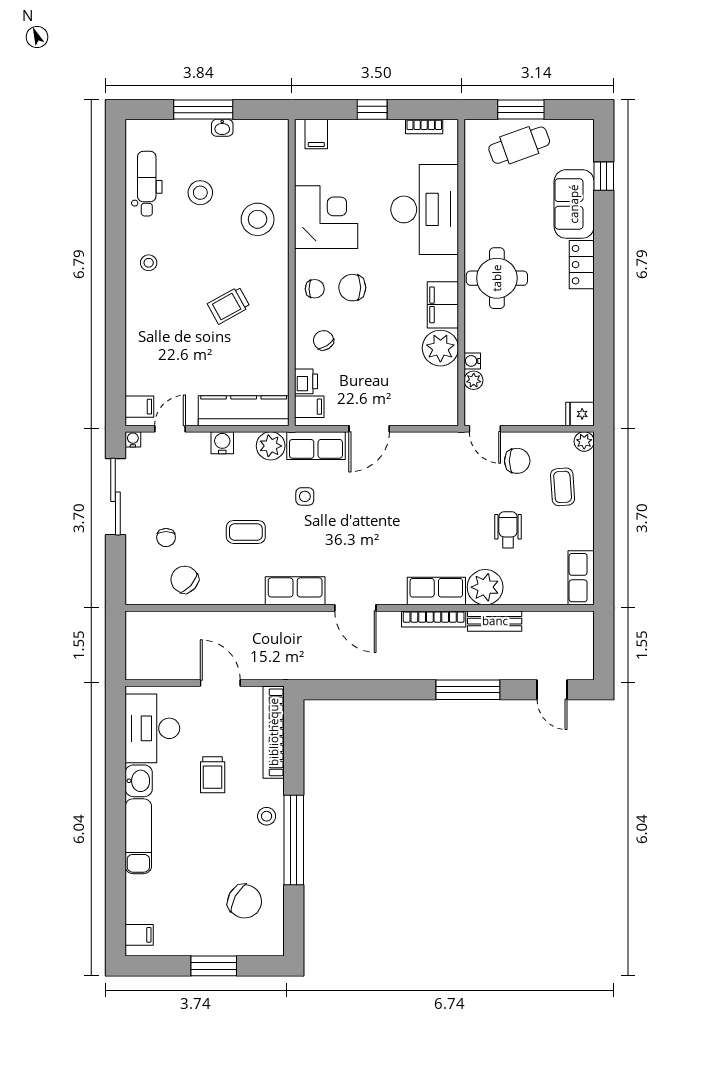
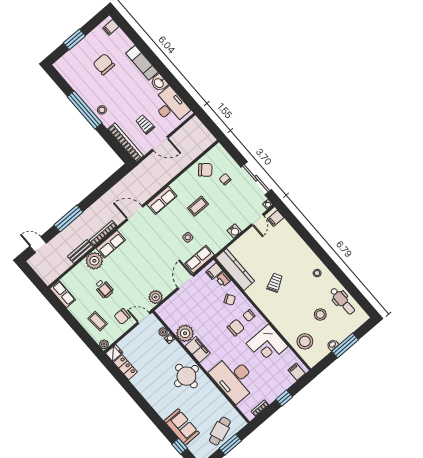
stool: (258, 219) -> (305, 341), moved
locker: (582, 265) -> (125, 367), moved
kitchen counter: (244, 411) -> (235, 270), moved, turned -90
plant: (271, 446) -> (156, 297), moved
trolley: (213, 775) -> (145, 124), moved
chair: (245, 901) -> (104, 64), moved, turned 61

